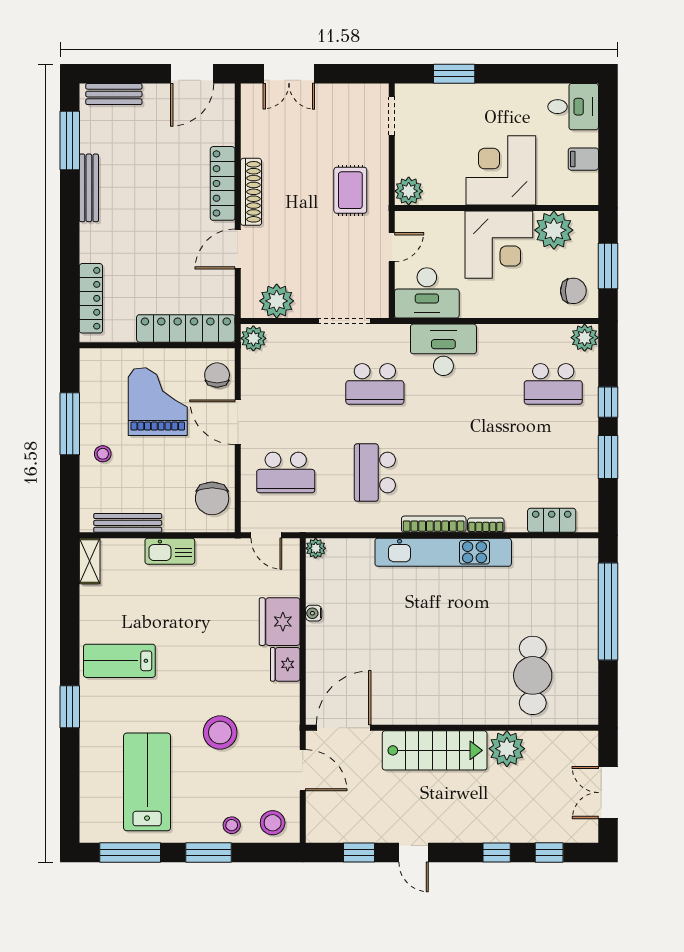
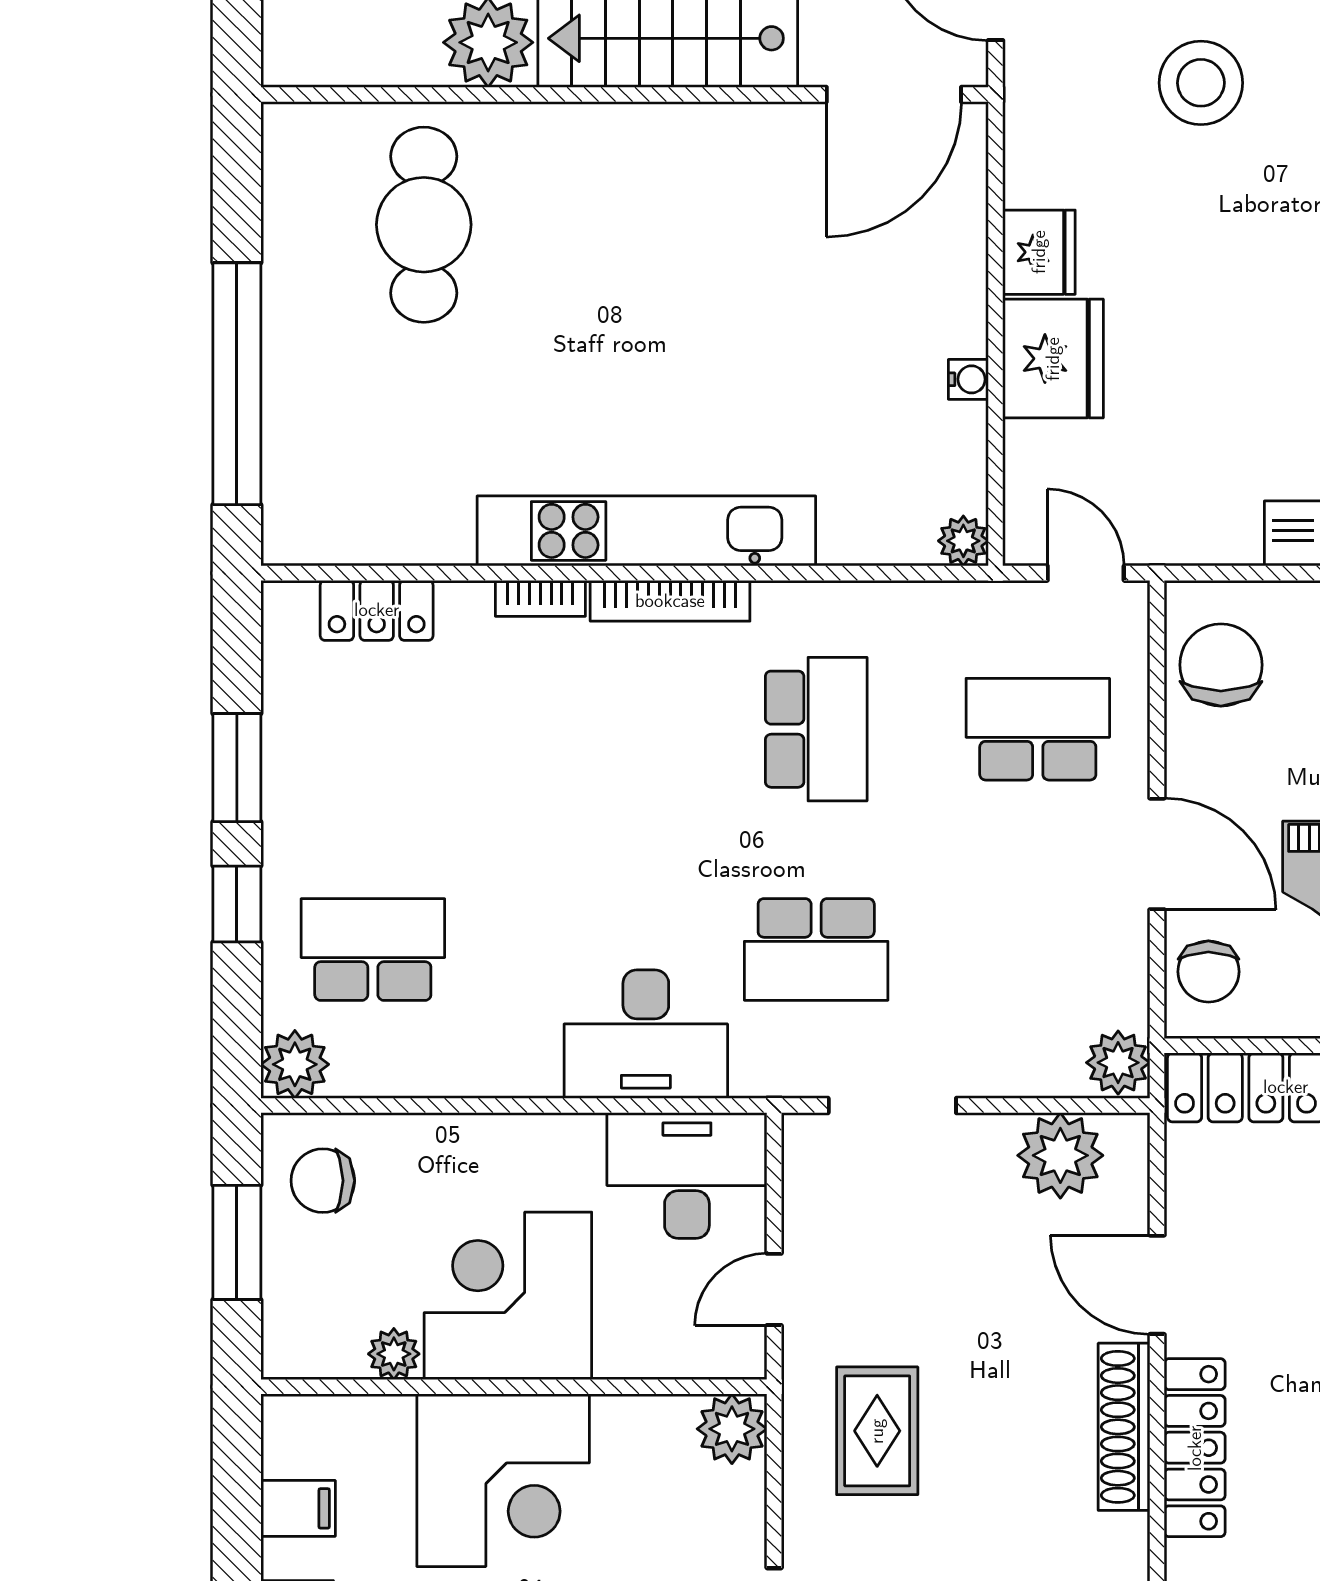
plant: (554, 230) -> (394, 1354), width x0.53, depth x0.53
door: (238, 249) -> (1157, 1285), swing flipped
school desk: (375, 384) -> (816, 949), turned 180

